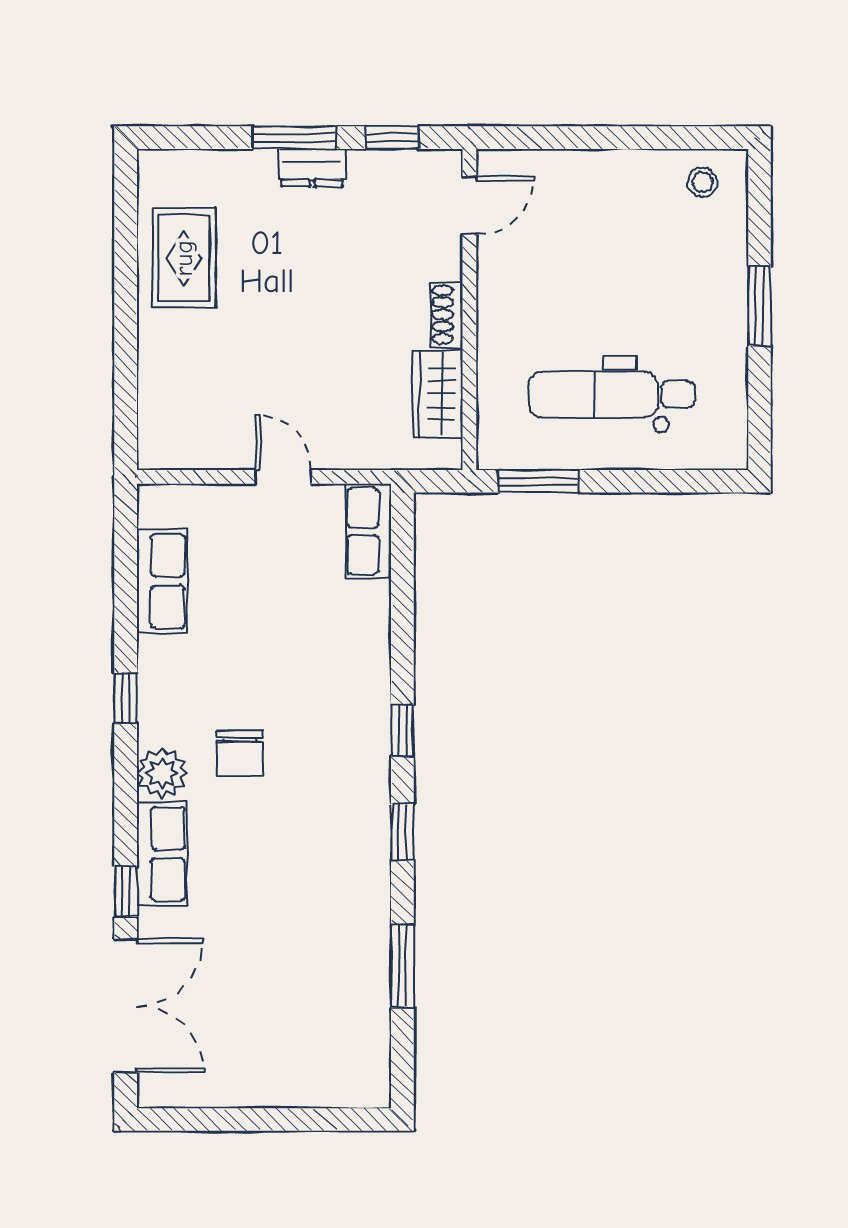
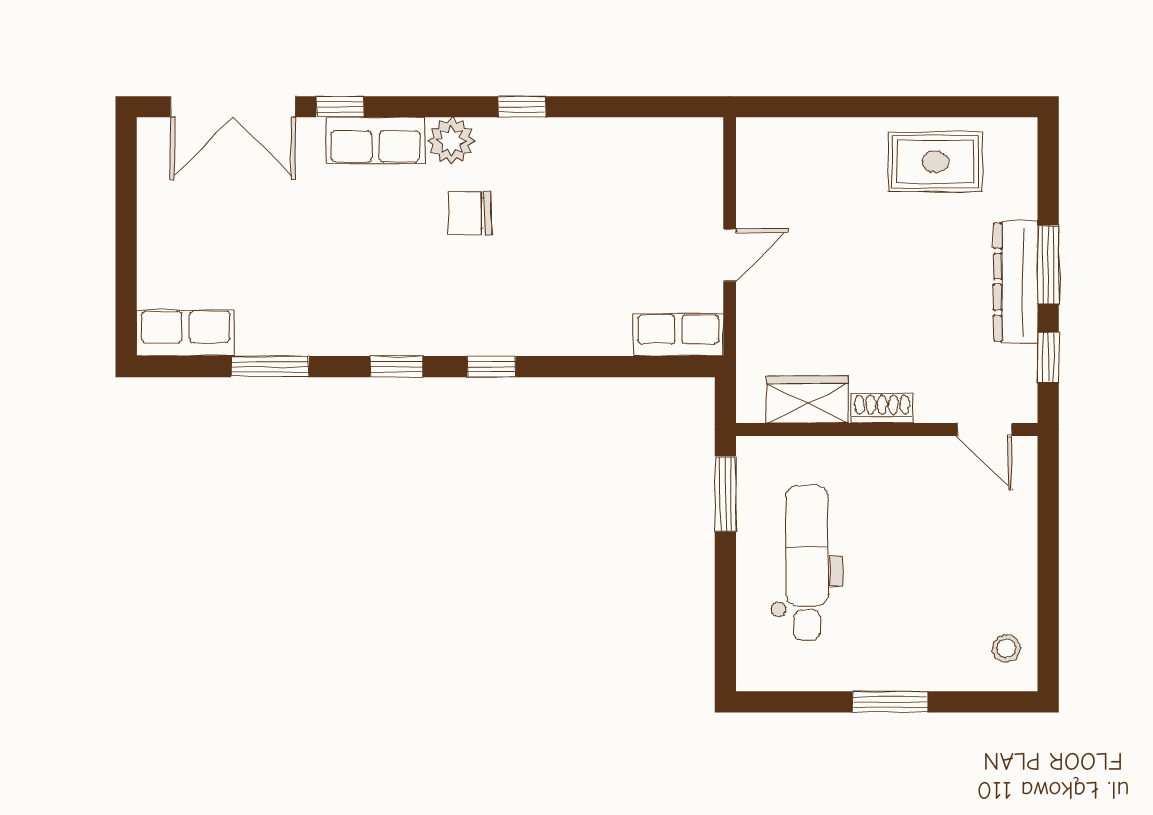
dresser: (312, 168) -> (1016, 282), width x1.96, depth x1.24
row of seats: (162, 581) -> (186, 333), moved, turned 180

